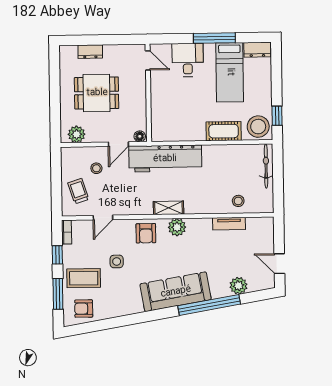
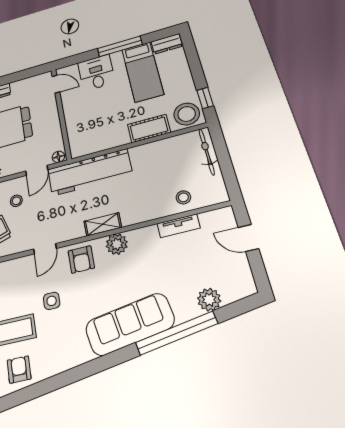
door: (103, 218) -> (45, 249), moved
door: (279, 264) -> (248, 238), moved
armchair: (84, 309) -> (19, 370), turned 90

